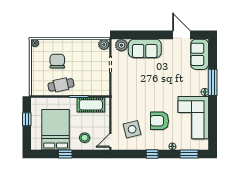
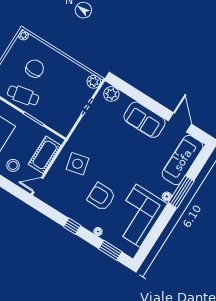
sofa: (145, 49) -> (145, 120), moved
sofa: (200, 54) -> (183, 160), width x1.36
cot: (91, 105) -> (45, 155), moved, turned 90
side table: (132, 129) -> (77, 164), moved

